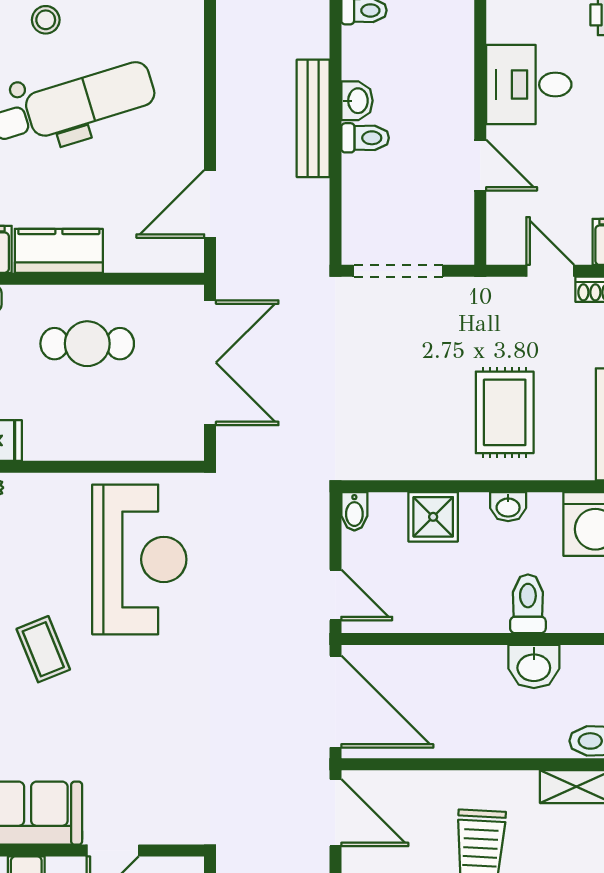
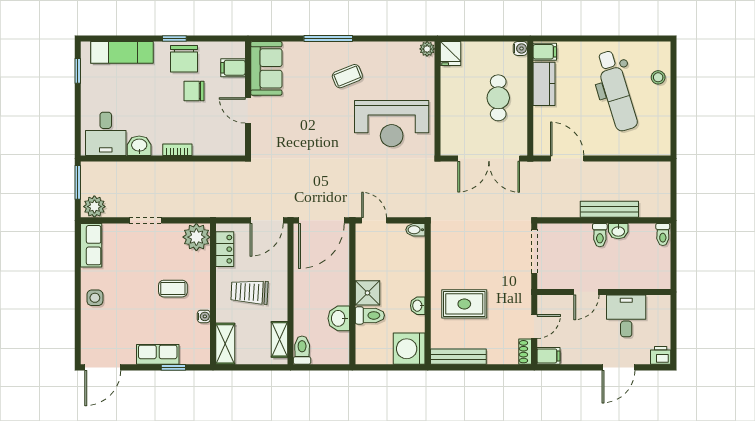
shower: (433, 517) -> (367, 293), moved
door: (335, 595) -> (374, 220), swing flipped

